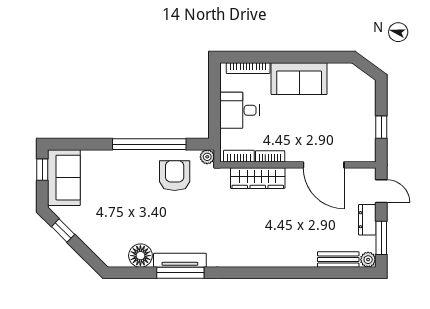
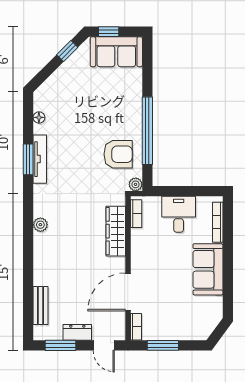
window: (381, 127) -> (163, 345), width x1.50
bookcase: (270, 156) -> (136, 327), moved
window: (42, 170) -> (109, 32), moved
door: (381, 191) -> (104, 345), hinge flipped
floor lamp: (140, 256) -> (39, 117), width x0.53, depth x0.53
plant: (368, 260) -> (40, 225), moved
window: (180, 273) -> (28, 159), width x0.69

